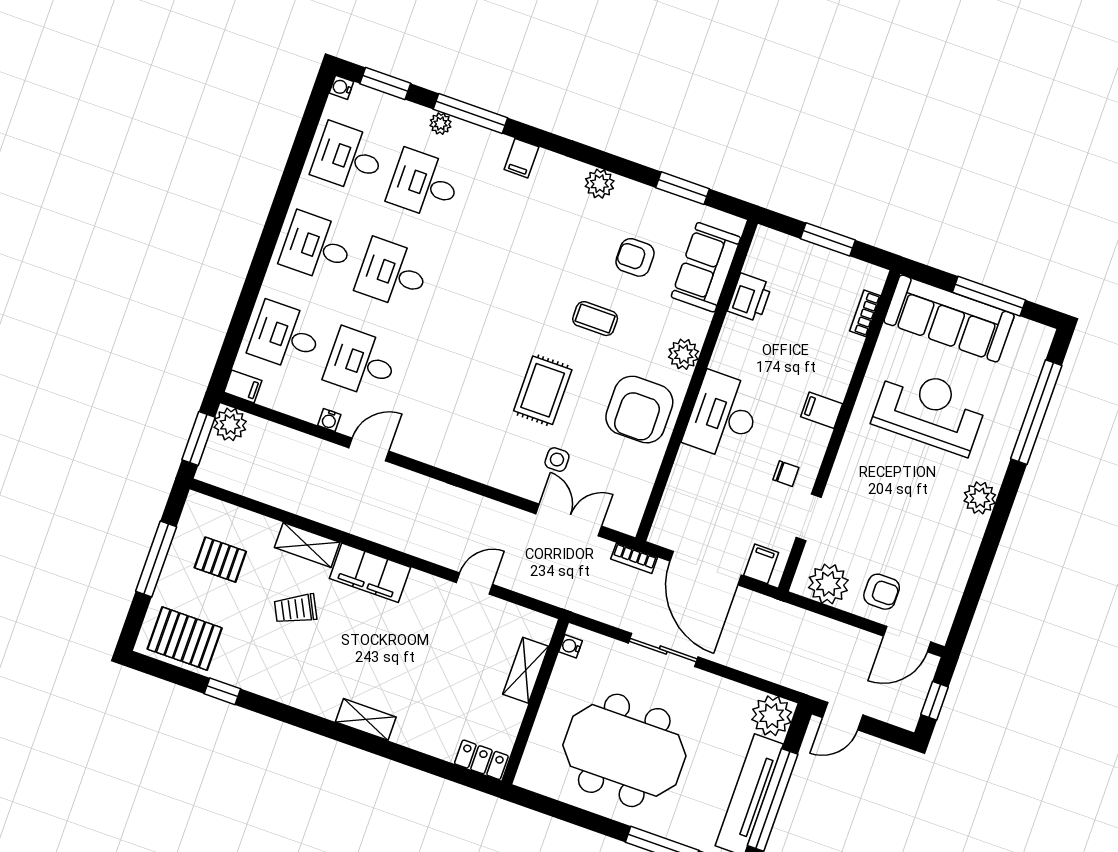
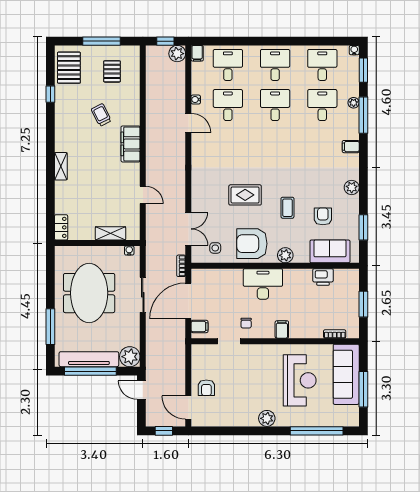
window: (198, 438) -> (165, 41), width x0.67
side table: (557, 460) -> (215, 248), moved
shelving: (307, 545) -> (133, 110), removed
plant: (828, 584) -> (201, 361), removed

